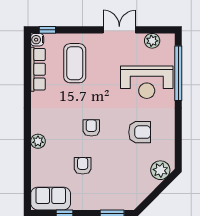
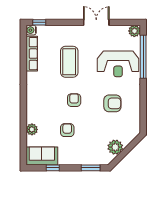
plant: (152, 41) -> (134, 31), moved
coffee table: (75, 63) -> (69, 62), moved
plant: (38, 141) -> (32, 129), moved
plant: (160, 170) -> (115, 147), moved

